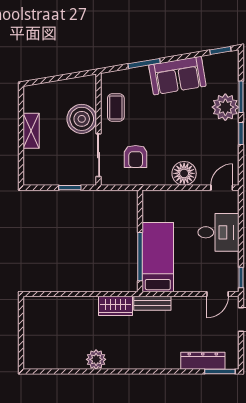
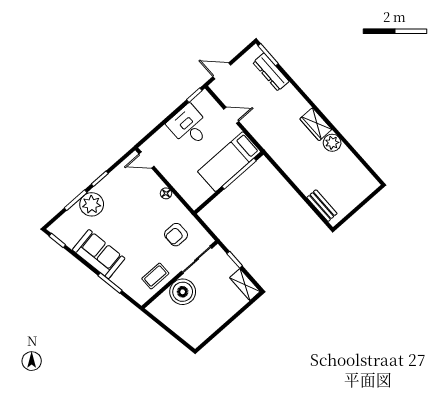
shelving: (31, 131) -> (245, 285), moved, turned 90
armchair: (136, 156) -> (176, 235), turned 180
floor lamp: (184, 173) -> (166, 193), width x0.53, depth x0.53
desk: (218, 232) -> (189, 126), moved
door: (217, 294) -> (231, 115), moved
bench: (152, 303) -> (322, 206), moved
wardrobe: (116, 306) -> (316, 124), moved, turned 180

